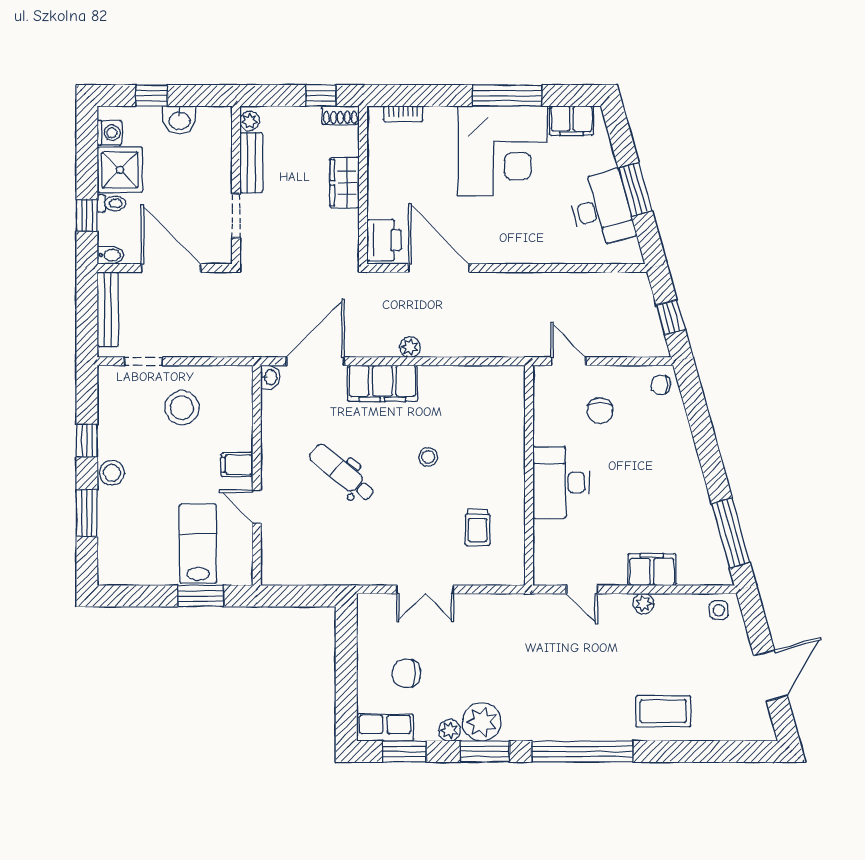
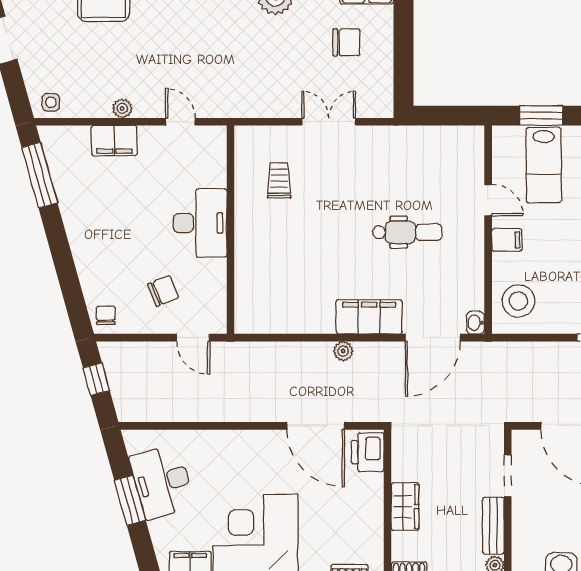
chair: (661, 385) -> (106, 315), turned -90
stool: (182, 408) -> (518, 301), moved
chair: (600, 411) -> (163, 291), turned 68
stool: (428, 457) -> (326, 247), removed
dental chair: (342, 473) -> (407, 232), turned -39

